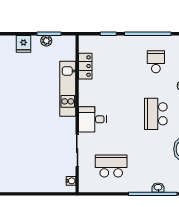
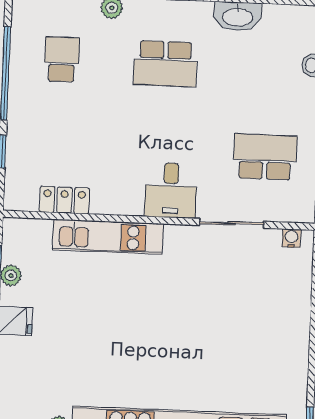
school desk: (156, 62) -> (62, 59), turned 90
school desk: (111, 166) -> (265, 157), turned 90

